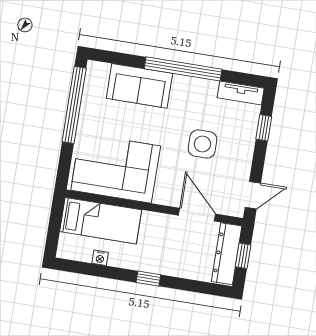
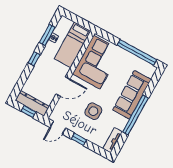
sofa: (139, 86) -> (132, 95), width x1.36
window: (264, 128) -> (79, 139), moved
door: (253, 195) -> (58, 128), hinge flipped
door: (197, 215) -> (63, 87), moved
window: (99, 271) -> (47, 35), added

